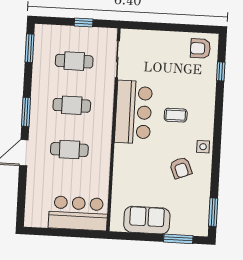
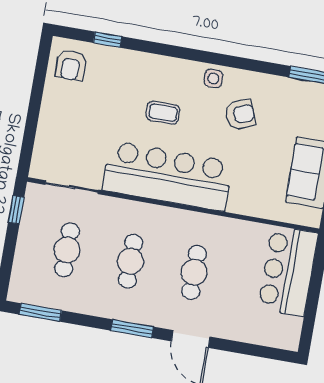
window: (84, 22) -> (16, 210), moved
bar counter: (133, 112) -> (168, 176), width x1.36
coffee table: (176, 115) -> (163, 113), turned 90

